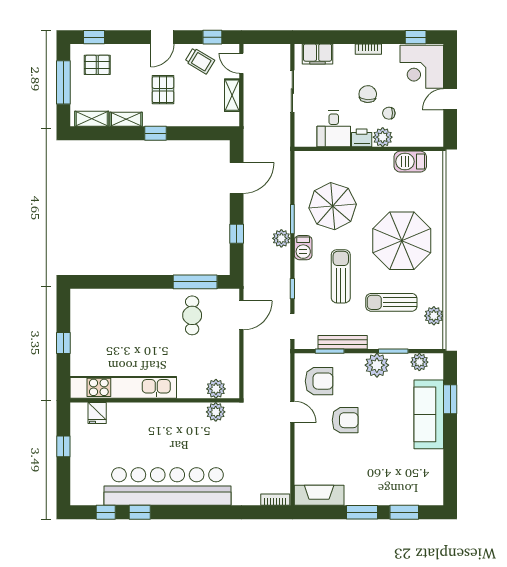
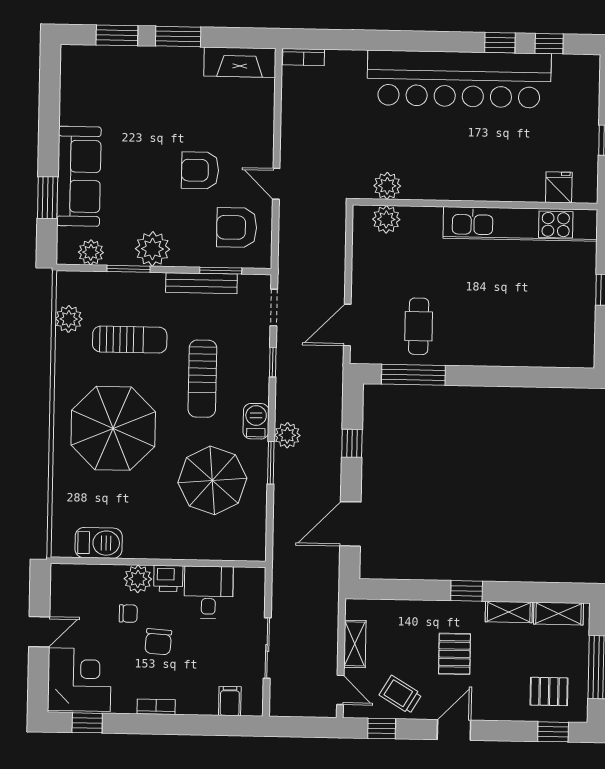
filing cabinet: (318, 54) -> (230, 701), width x0.50

